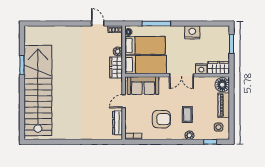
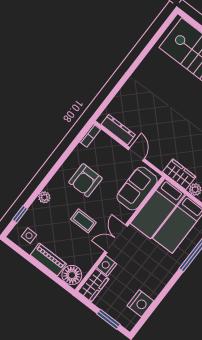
nightstand: (192, 32) -> (140, 303), moved
coffee table: (187, 114) -> (83, 221), moved

